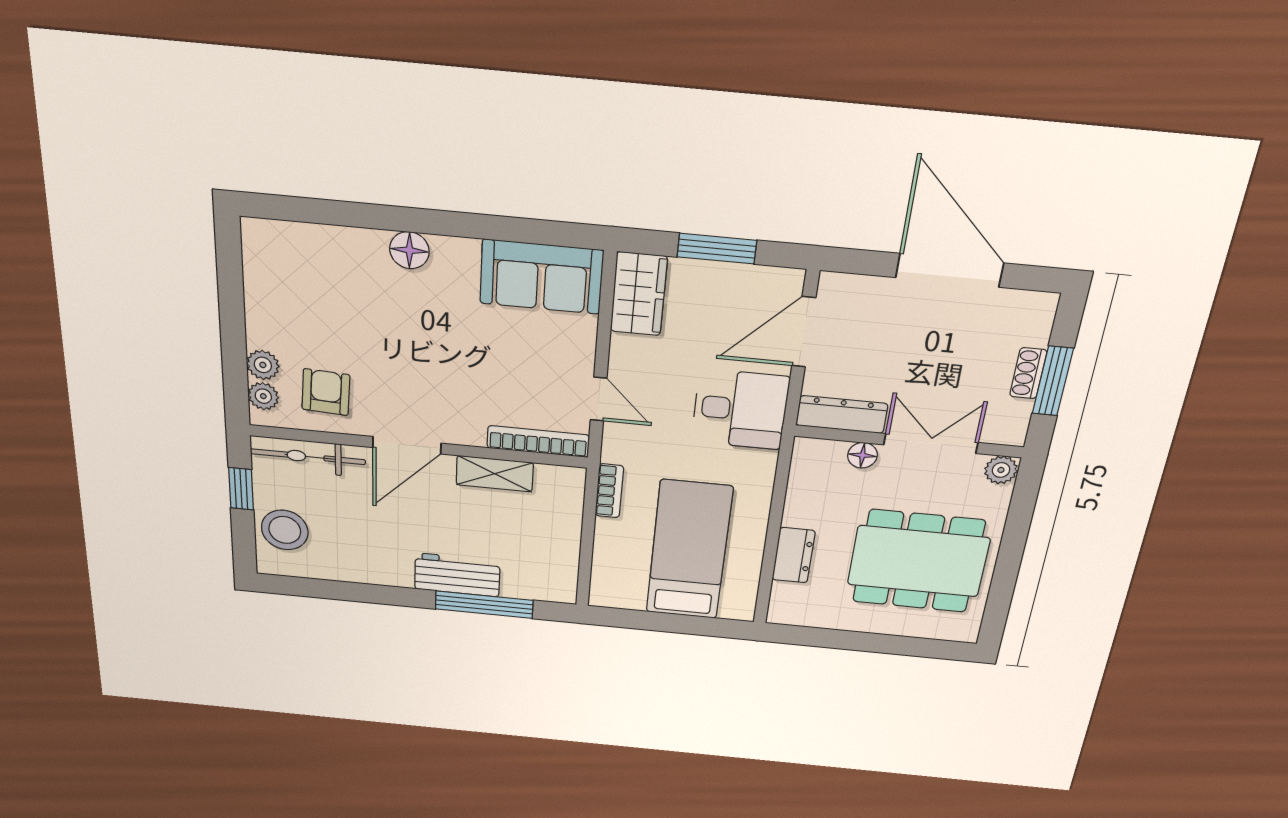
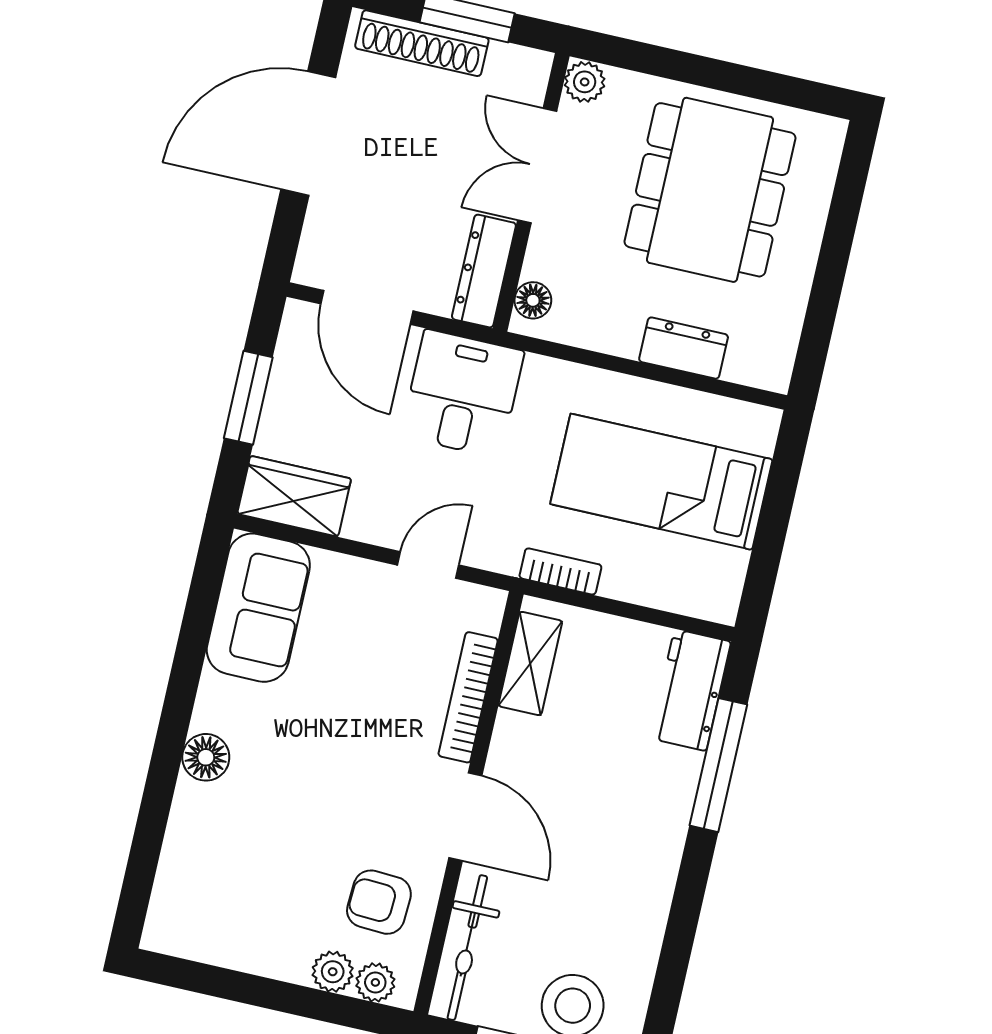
shoe rack: (1028, 373) -> (422, 43), width x1.94, depth x1.24
bookcase: (538, 442) -> (468, 697), moved
floor lamp: (862, 455) -> (533, 300), moved
shelving: (495, 474) -> (530, 663), moved
workbench: (457, 575) -> (690, 690), moved

